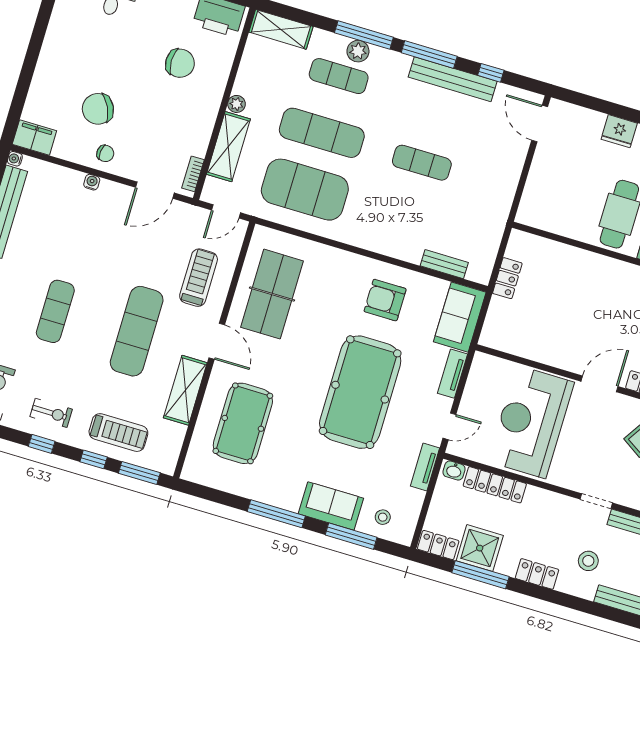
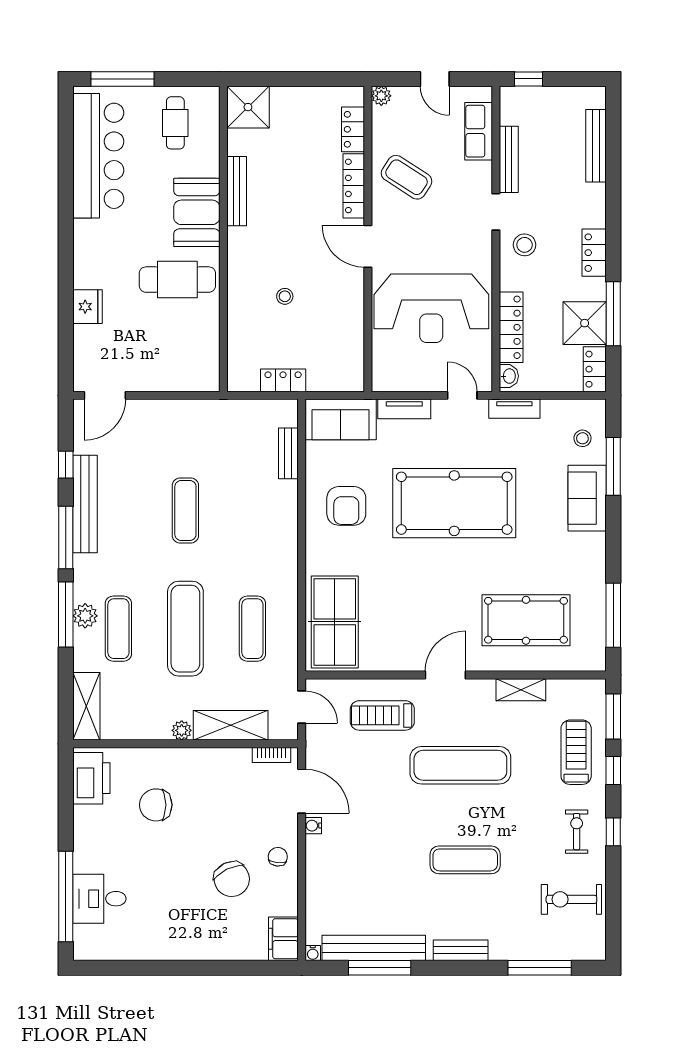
chair: (180, 63) -> (156, 805), turned -90
water cooler: (92, 182) -> (313, 826), moved
exercise mat: (305, 190) -> (252, 629), width x0.50, depth x0.69
table tennis table: (272, 294) -> (335, 622), moved, turned 90
stool: (578, 301) -> (285, 296), added
shelving: (185, 390) -> (521, 690), width x0.67, depth x0.75
window: (276, 514) -> (613, 615), moved
stool: (588, 561) -> (525, 245), moved

